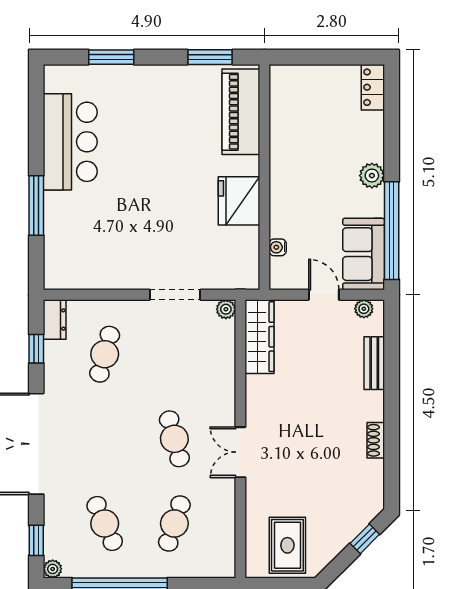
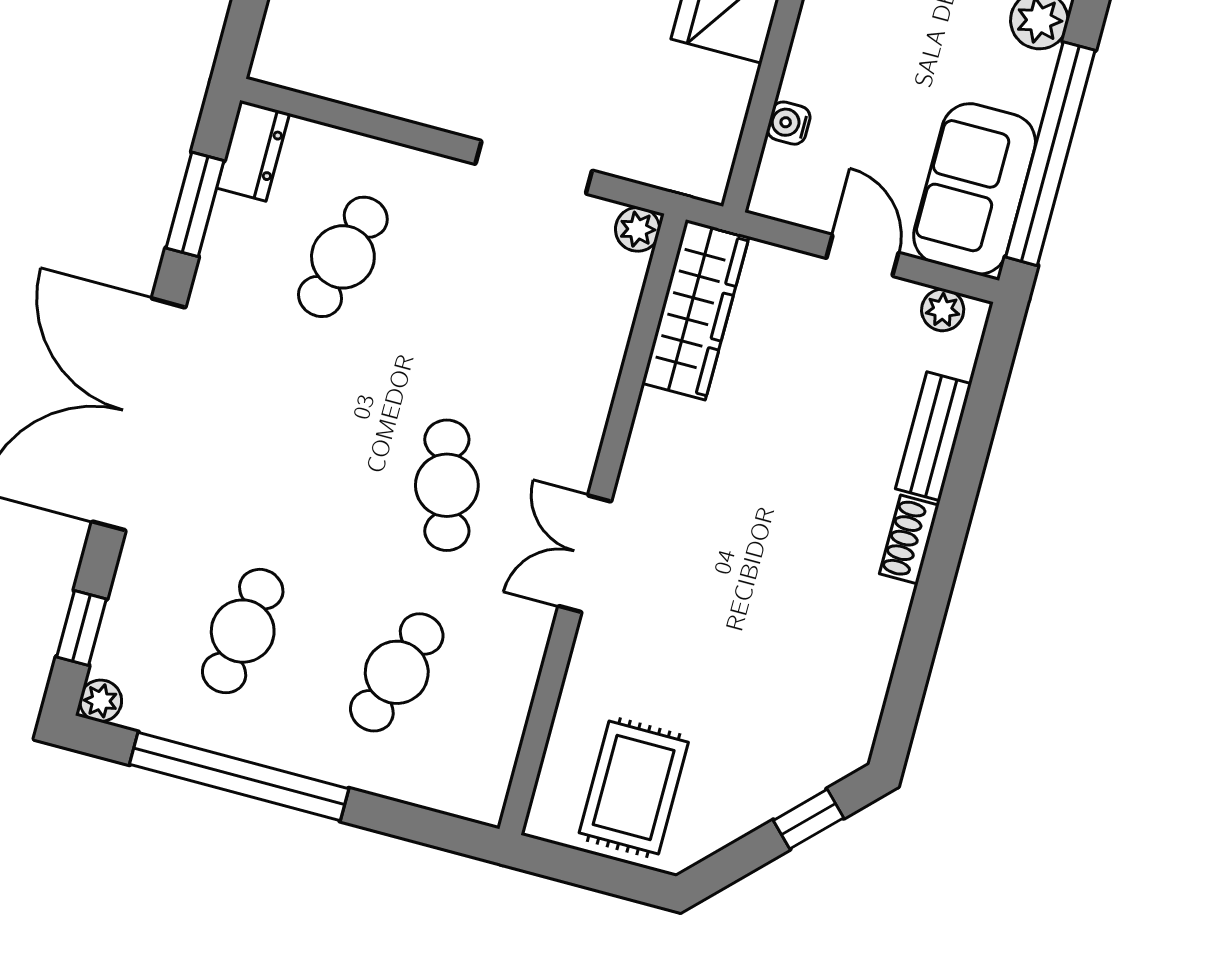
window: (36, 349) -> (195, 204), width x1.50
shoe rack: (376, 440) -> (909, 539), moved
cafe table: (105, 523) -> (243, 631), turned 33

